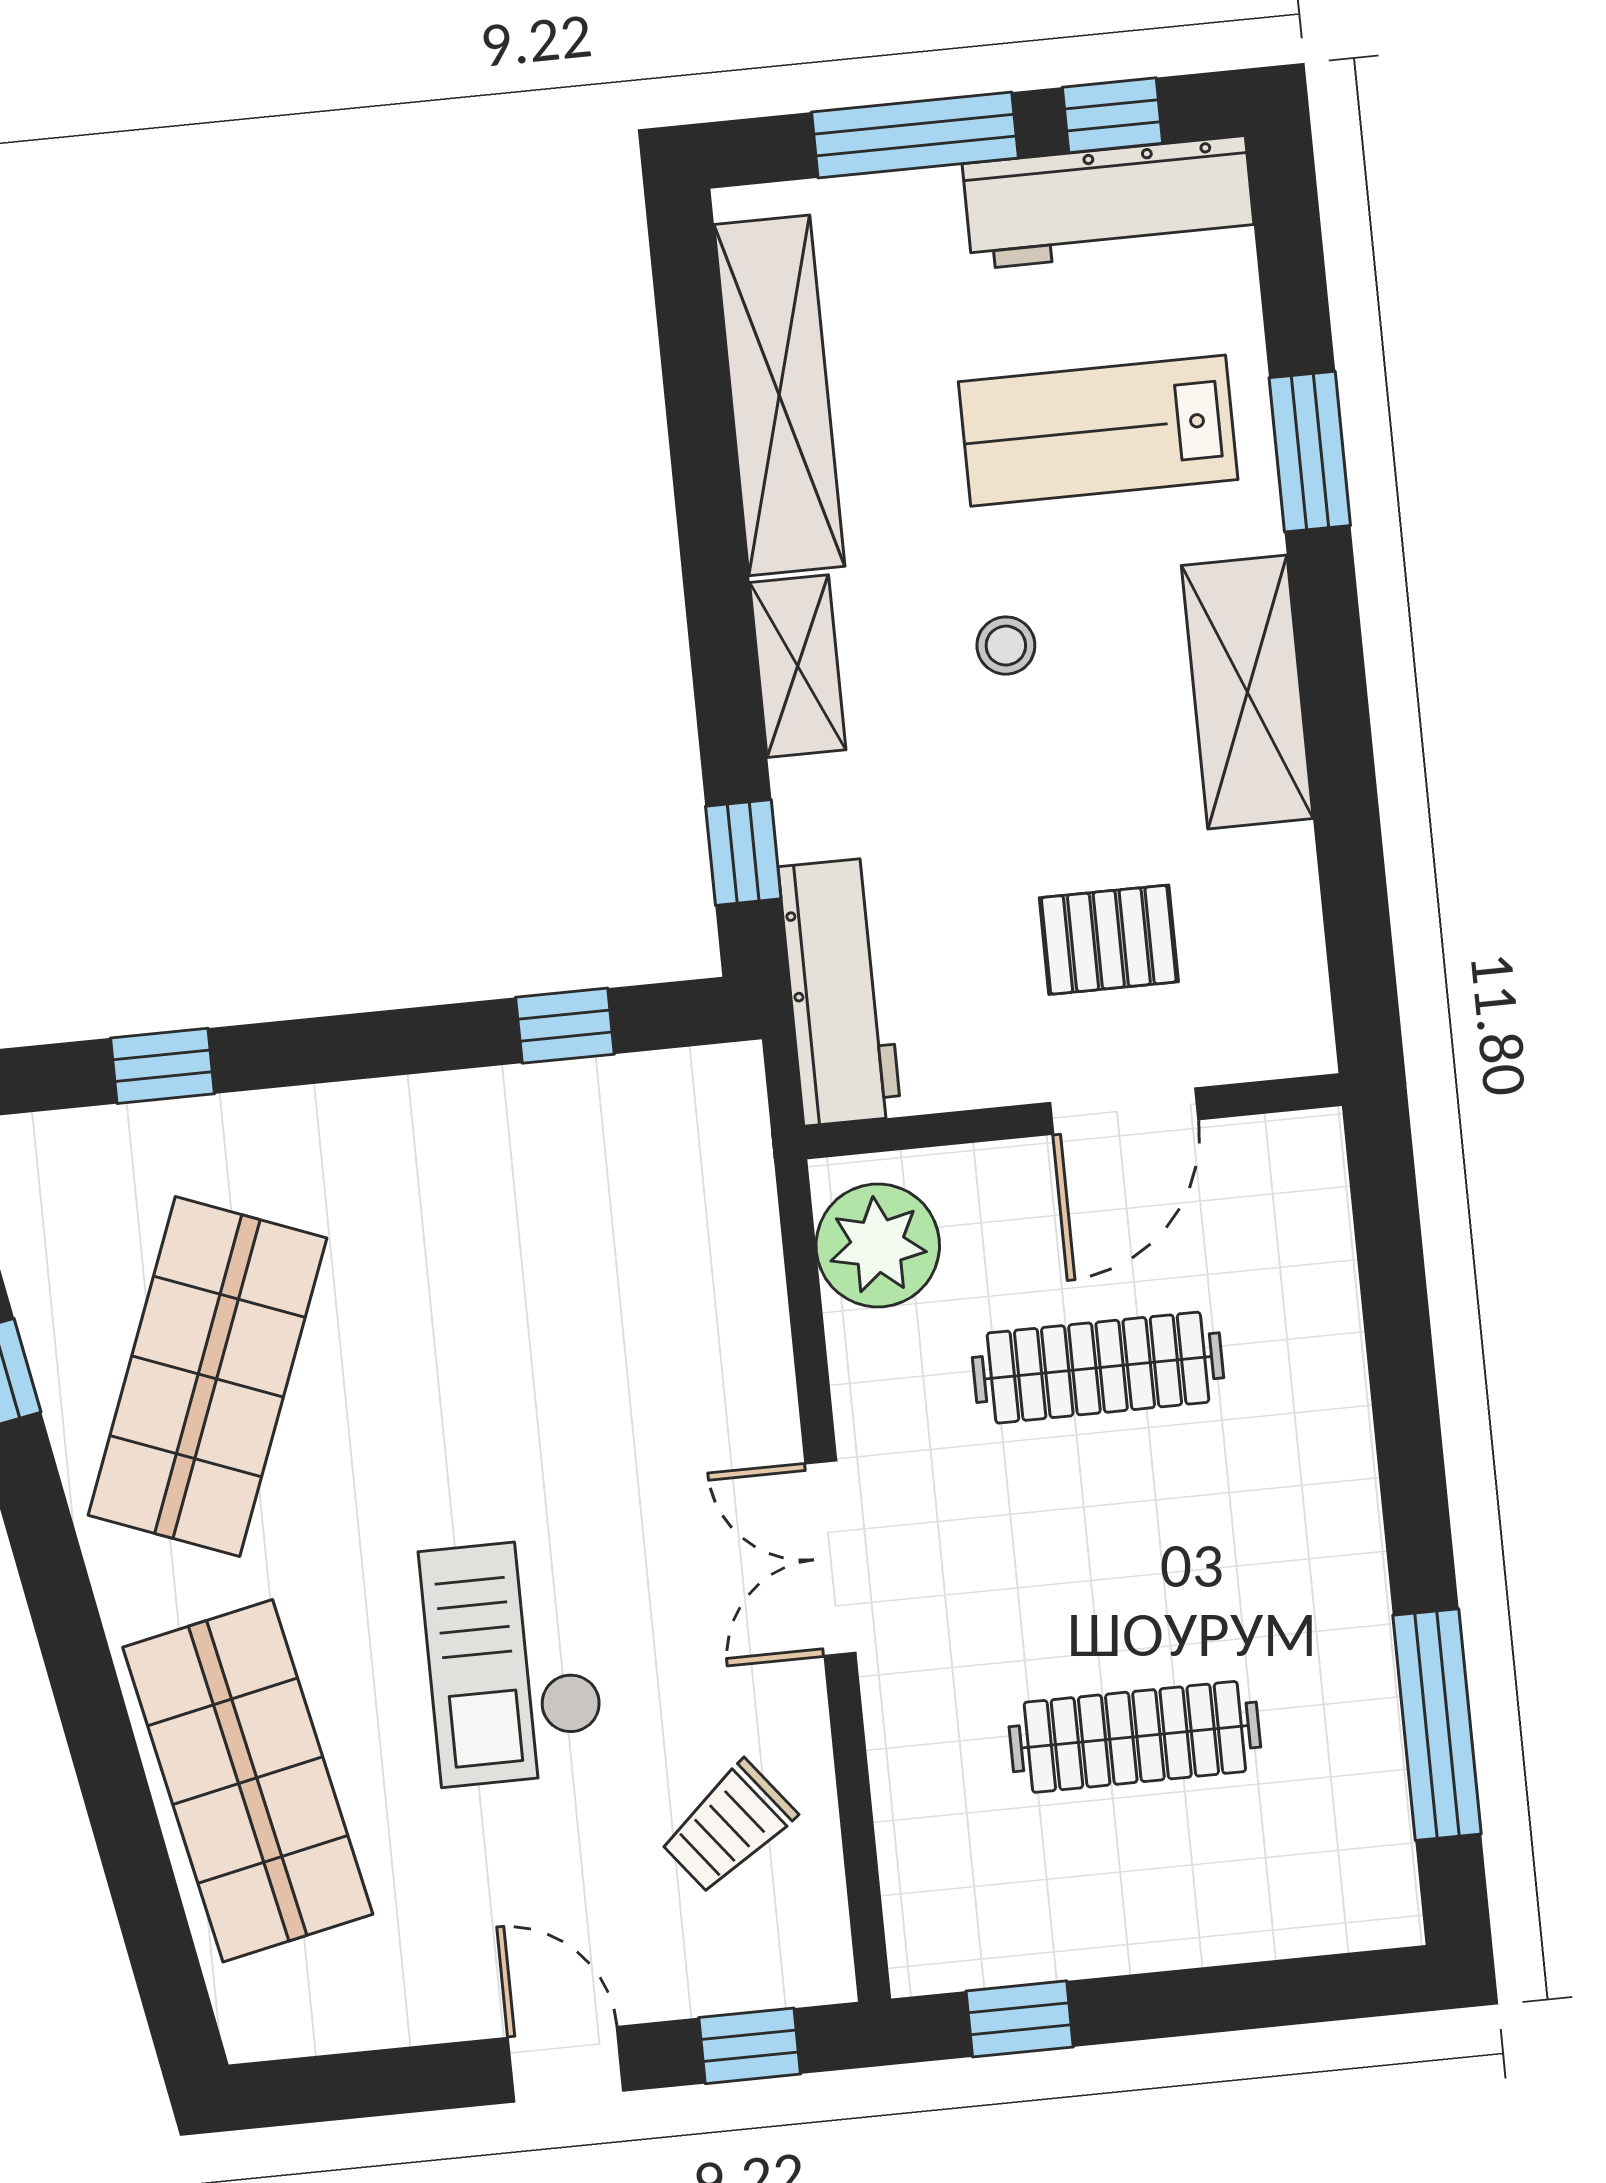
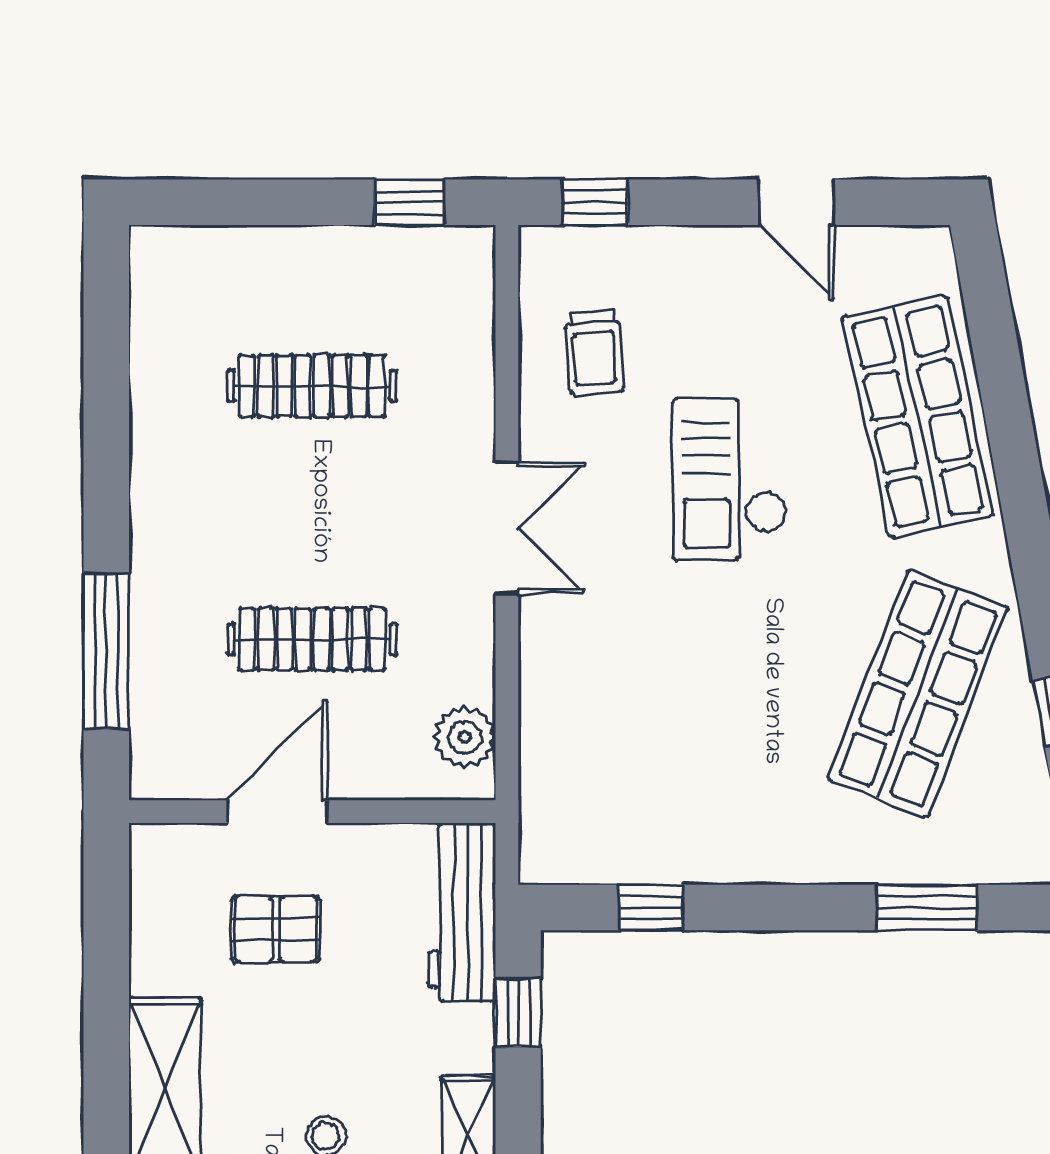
window: (163, 1066) -> (927, 908), width x1.50
plant: (878, 1245) -> (465, 737), width x0.73, depth x0.73
checkout: (513, 1661) -> (730, 479), turned 180
window: (1437, 1725) -> (106, 651), moved
trolley: (728, 1827) -> (594, 352), turned 125
door: (566, 2064) -> (796, 202), moved

